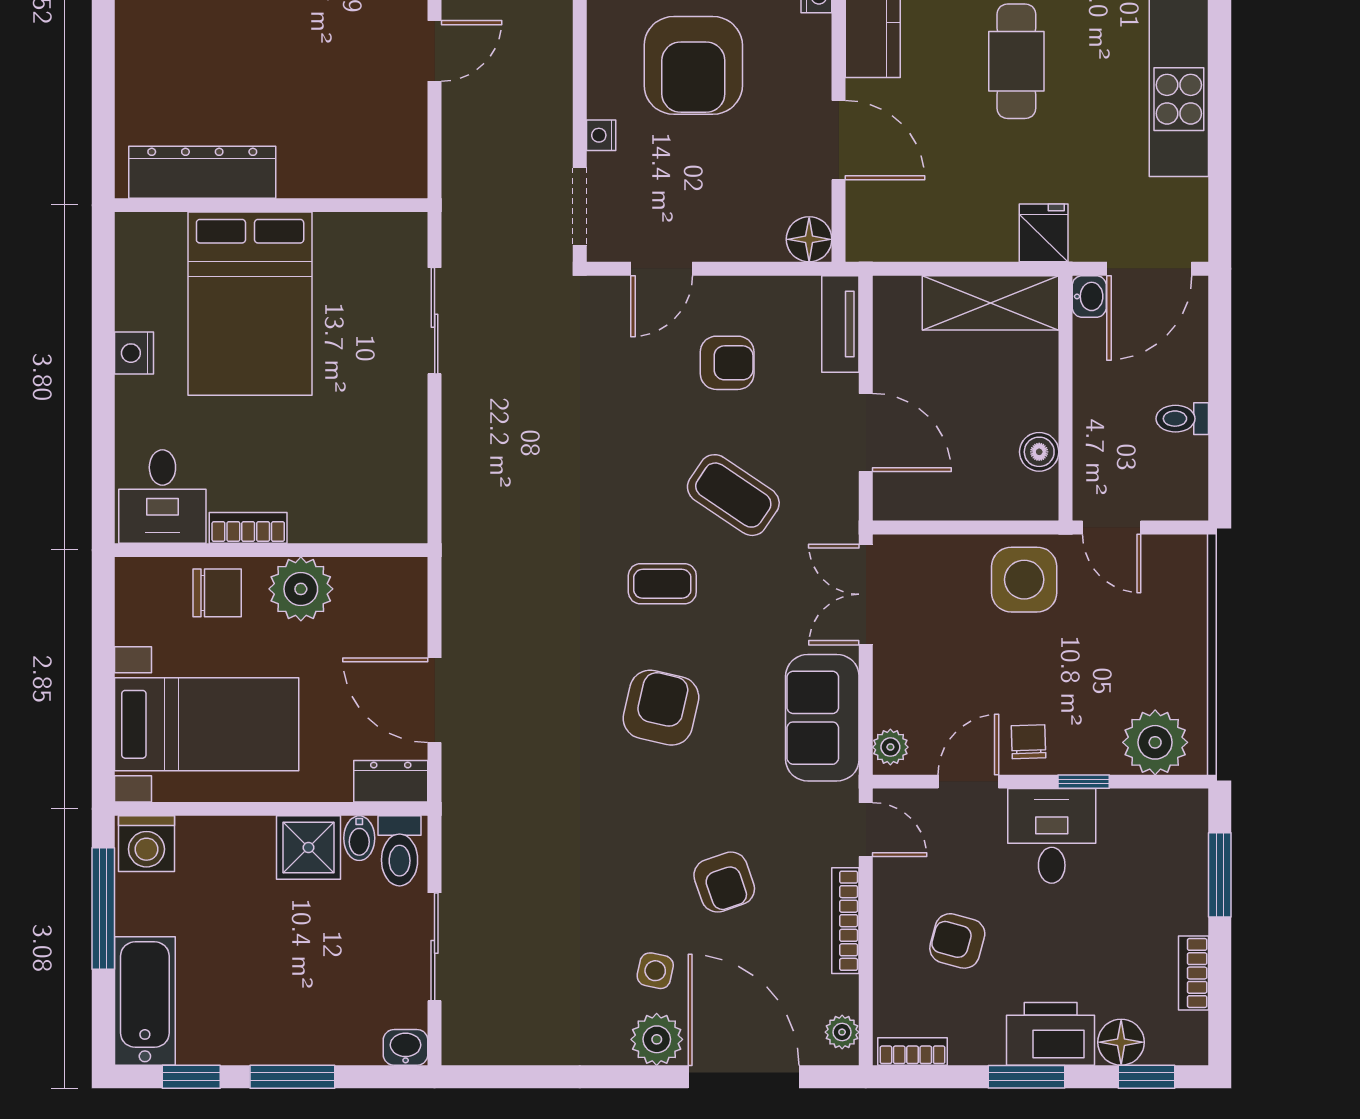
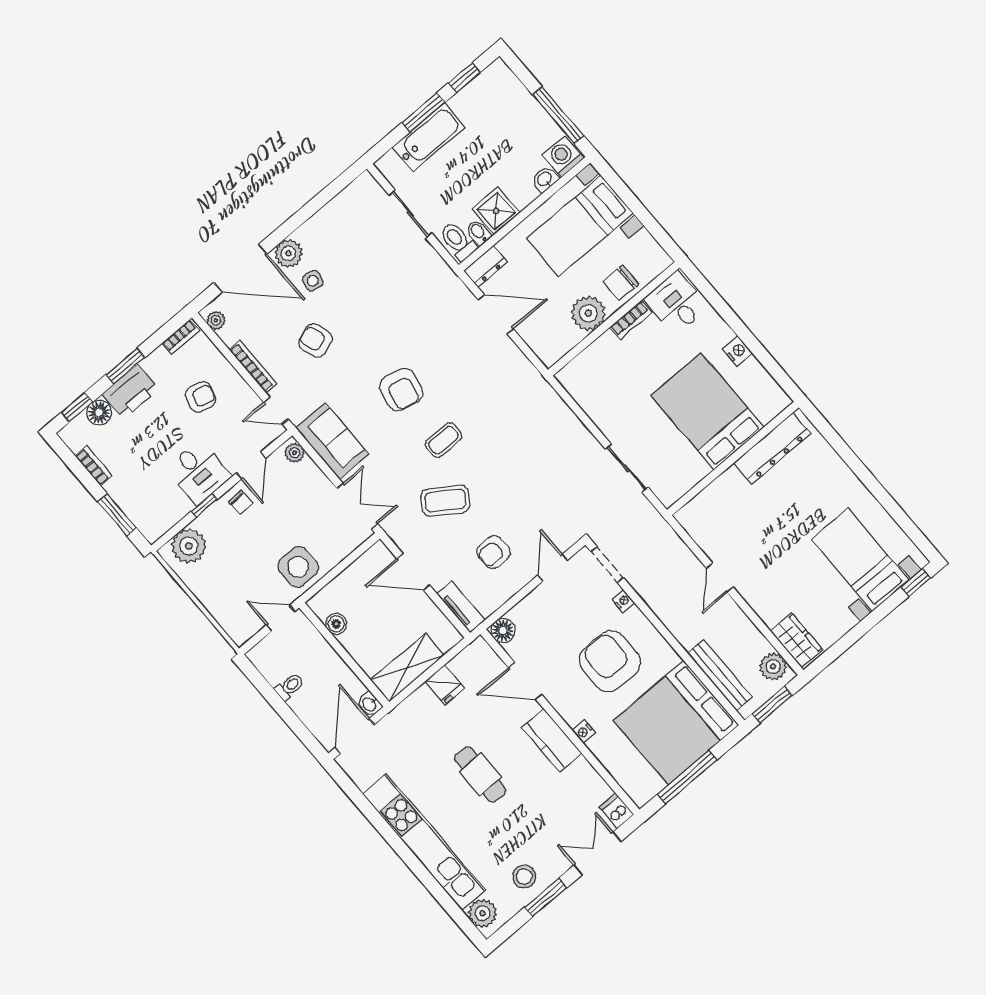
fridge: (1044, 233) -> (445, 685), moved
bathtub: (145, 1001) -> (428, 137), moved, turned -90
washbasin: (406, 1047) -> (545, 179), moved, turned 180

